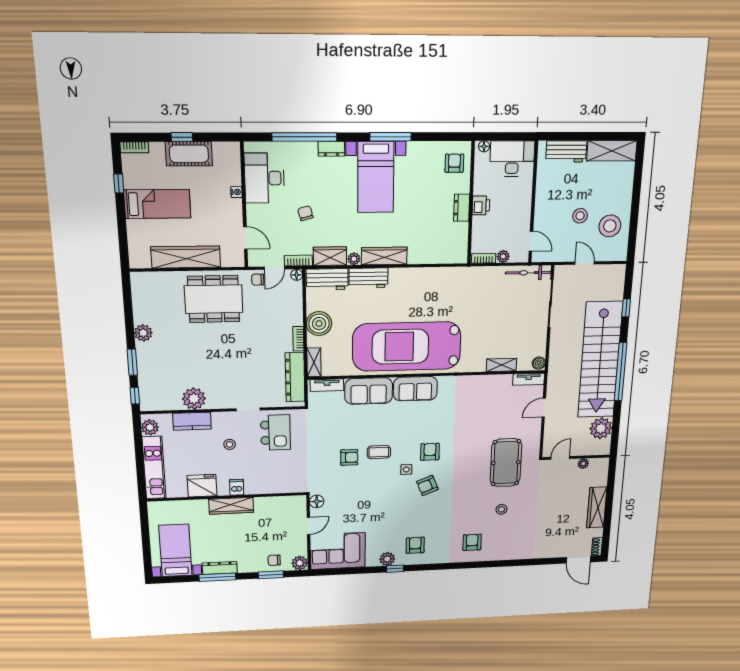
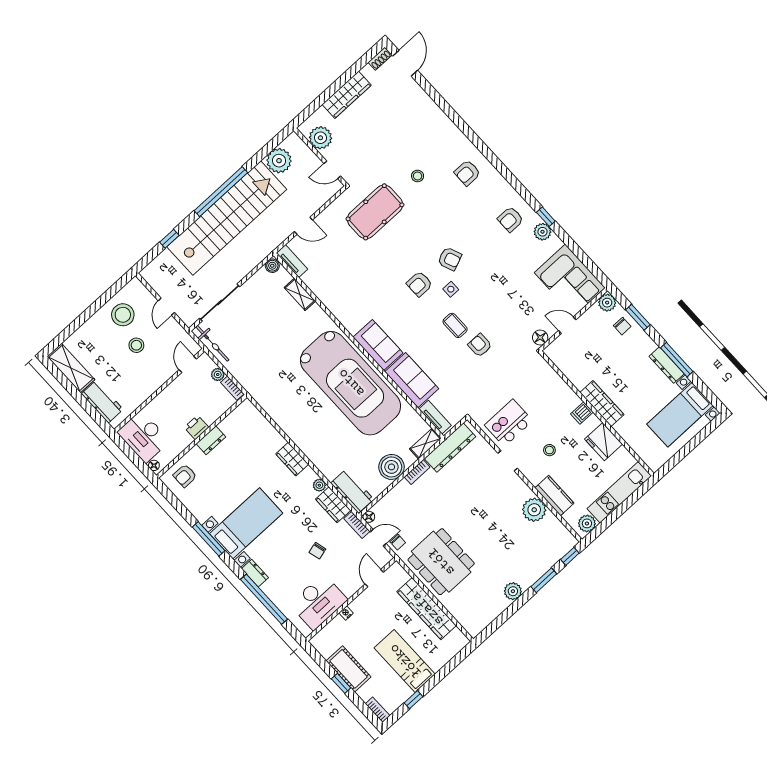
wardrobe: (384, 256) -> (292, 459), width x0.67
workbench: (369, 278) -> (324, 461), removed
plant: (583, 464) -> (320, 138), width x1.87, depth x1.87

